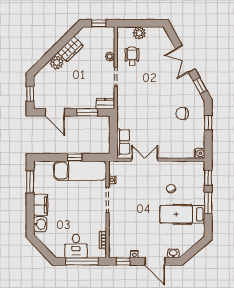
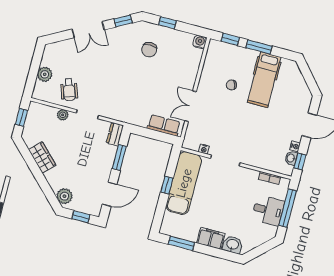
wheelchair: (132, 56) -> (69, 89), turned -109
plant: (57, 62) -> (64, 196), moved
washbasin: (173, 253) -> (291, 158), moved

